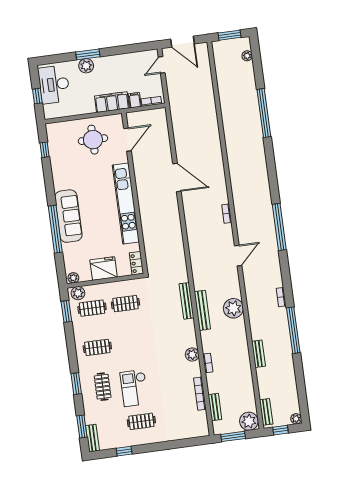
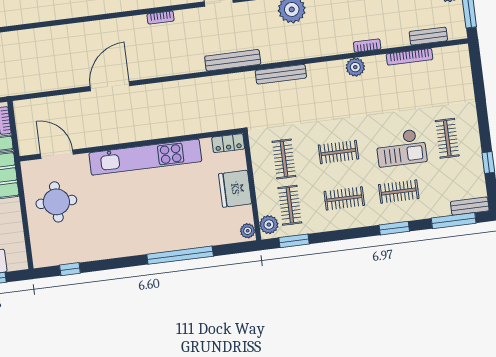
sofa: (68, 216) -> (162, 237), removed
bench: (202, 310) -> (233, 60), moved
clothes rail: (131, 343) -> (338, 152), added
clothes rail: (97, 347) -> (344, 198), turned 90
window: (82, 427) -> (454, 221), width x1.44

